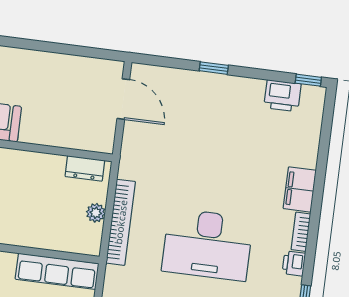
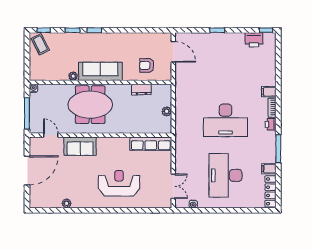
armchair: (69, 119) -> (147, 65), added
dresser: (85, 168) -> (141, 90), moved
filing cabinet: (300, 189) -> (269, 92), width x0.50
bookcase: (121, 222) -> (180, 115), removed

